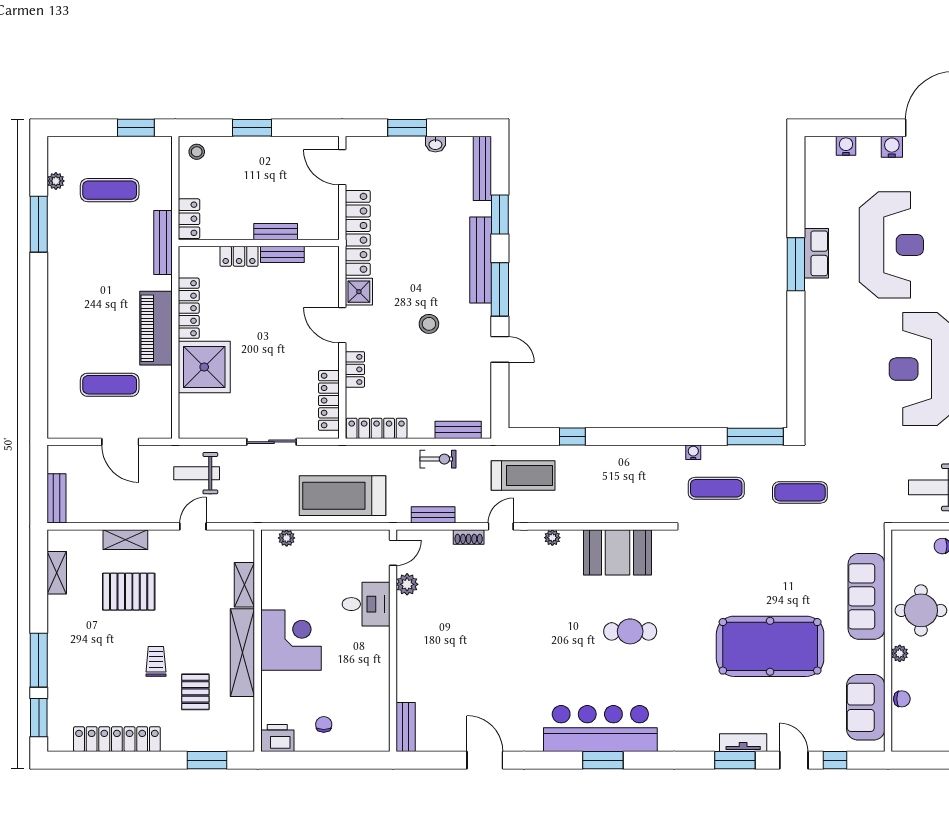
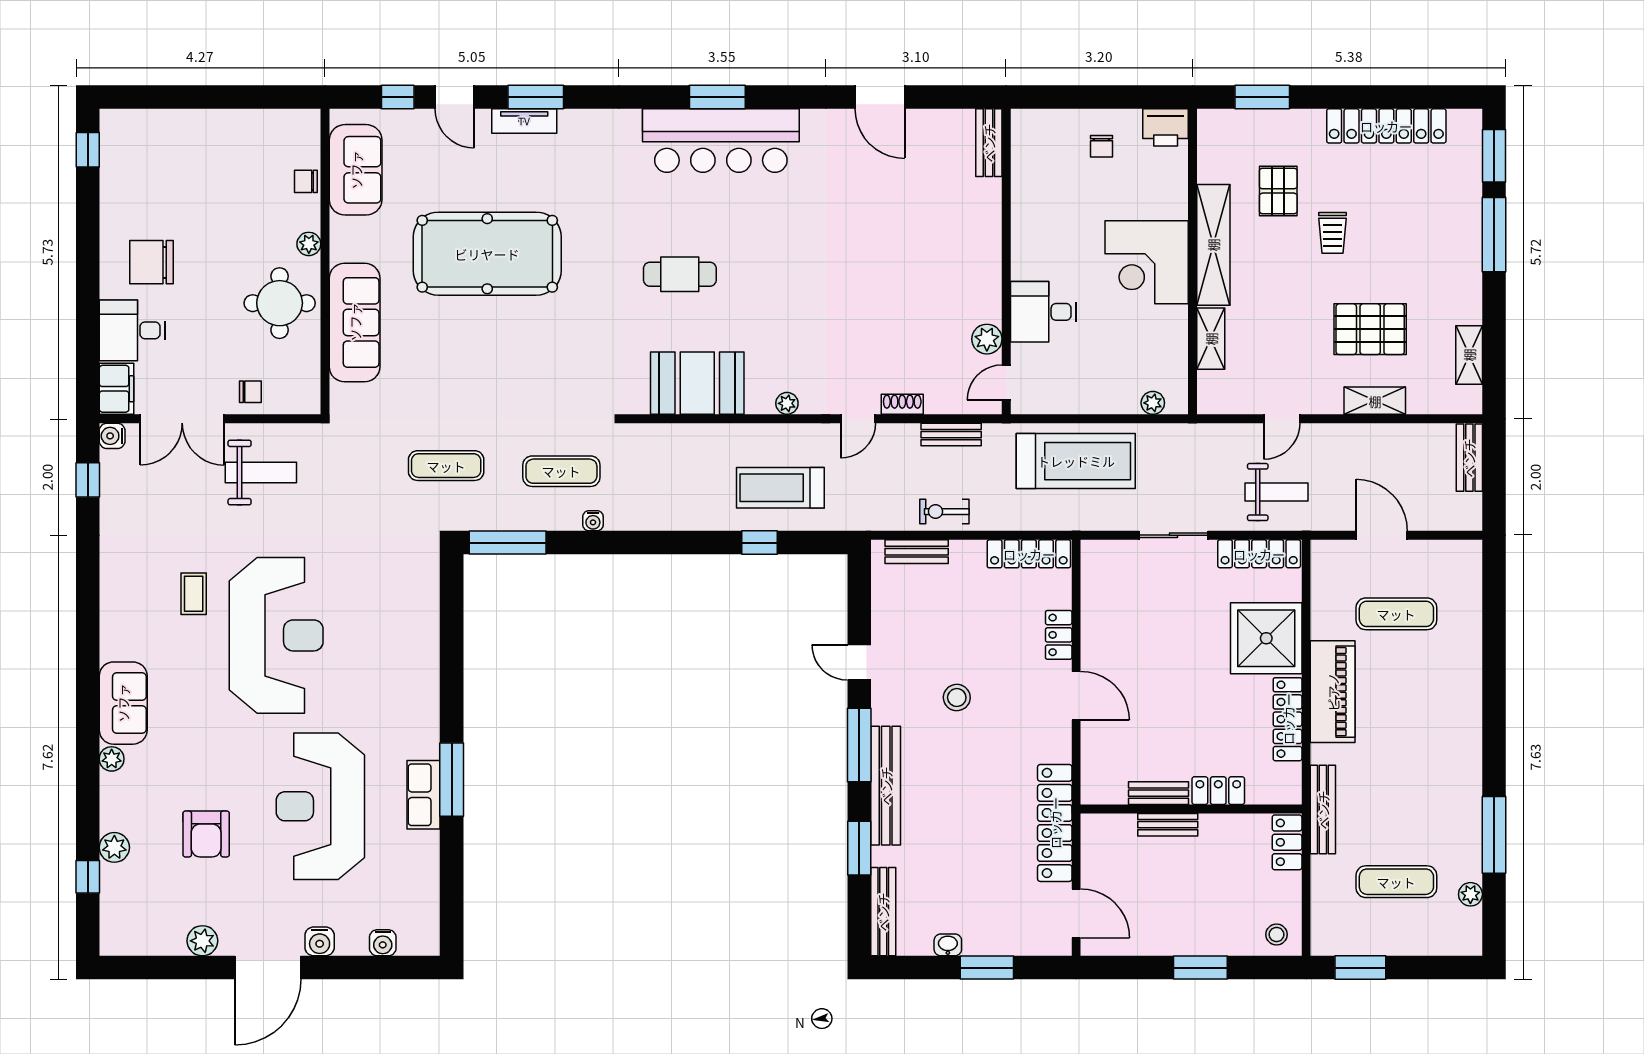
shower: (359, 292) -> (1053, 742), removed
locker: (329, 400) -> (1259, 554), moved, turned 90
treadmill: (523, 476) -> (780, 488), moved

